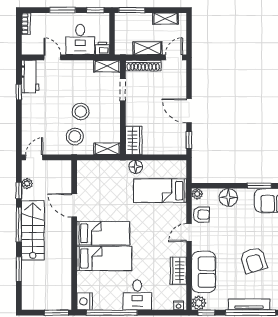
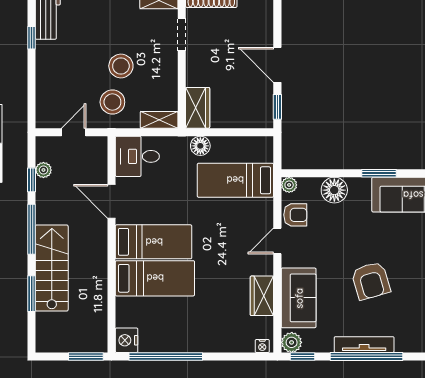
door: (34, 157) -> (74, 132), moved
stairs: (33, 230) -> (52, 268), moved
desk: (137, 295) -> (137, 156), moved, turned 90

